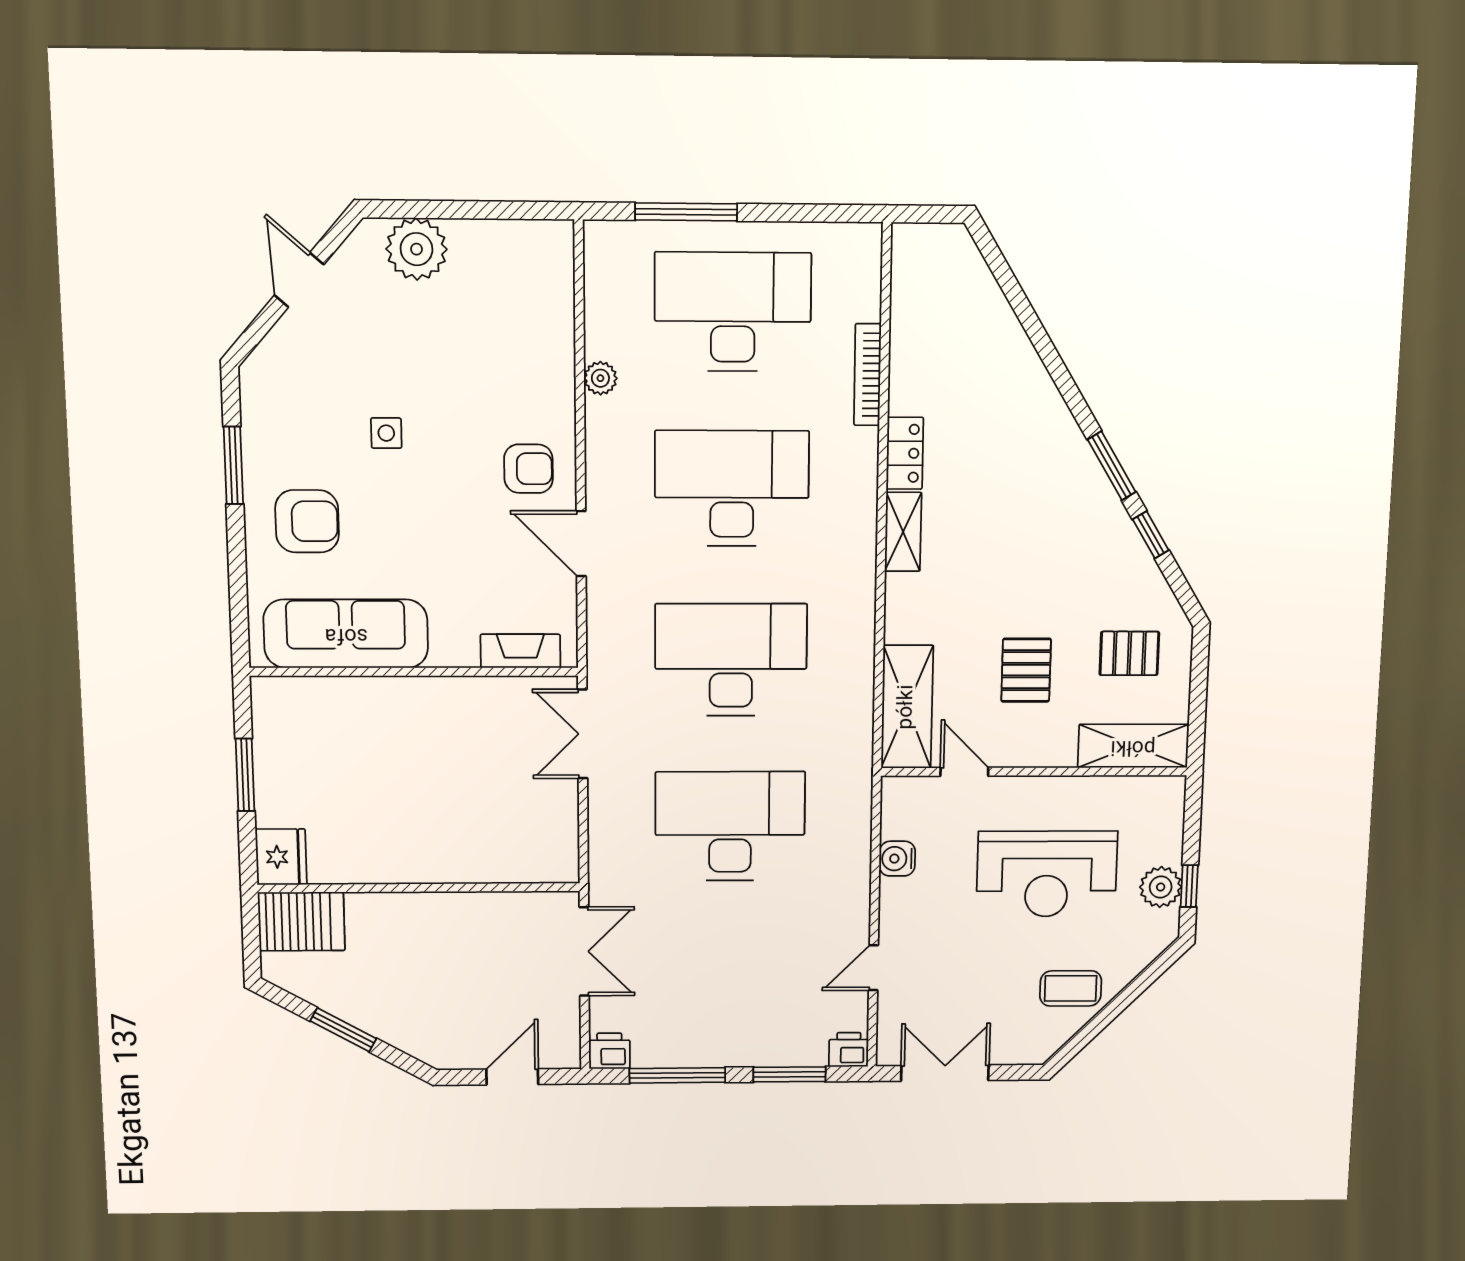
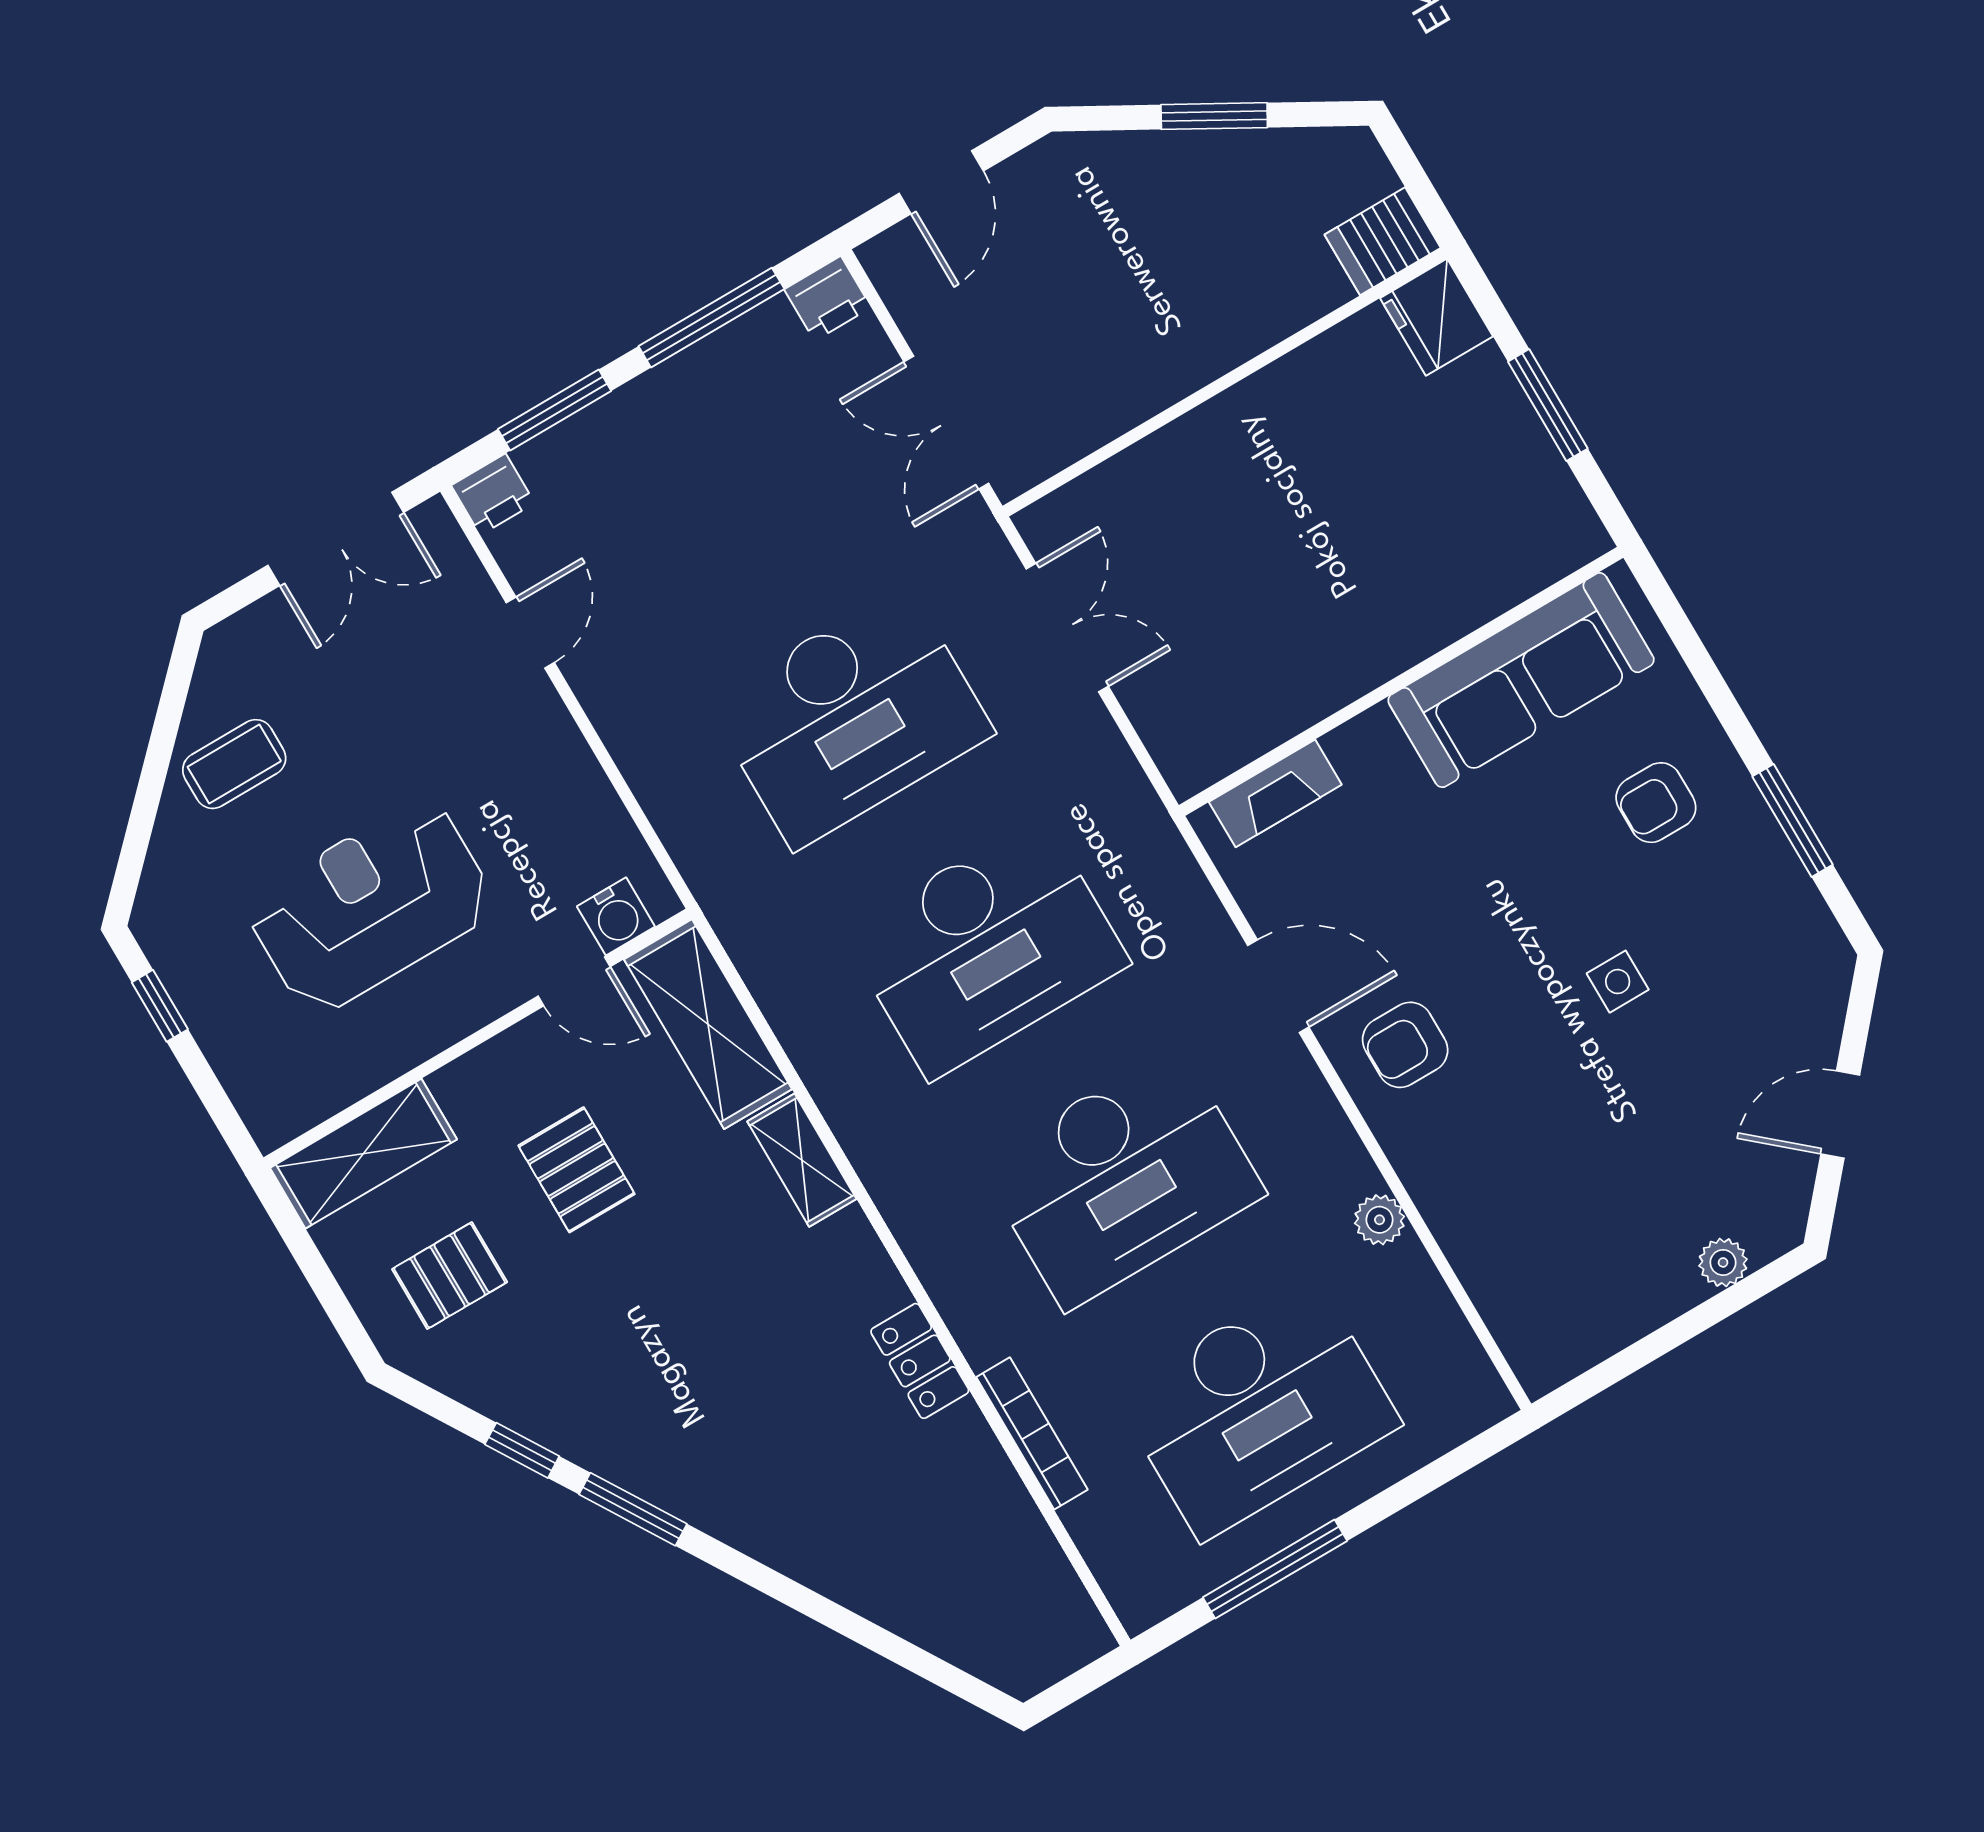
window: (686, 212) -> (1275, 1569), moved
plant: (416, 249) -> (1723, 1262), width x0.53, depth x0.53
door: (299, 280) -> (1840, 1114), swing flipped
armchair: (307, 521) -> (1656, 803), width x0.72, depth x0.72
shelving: (903, 532) -> (802, 1160), moved
double door: (583, 734) -> (1067, 628), moved
water cooler: (897, 859) -> (616, 916), moved, turned 90
plant: (1161, 887) -> (199, 981), removed
server rack: (301, 921) -> (1383, 241), width x0.73, depth x0.70

